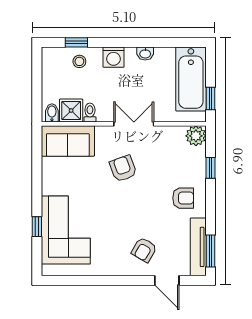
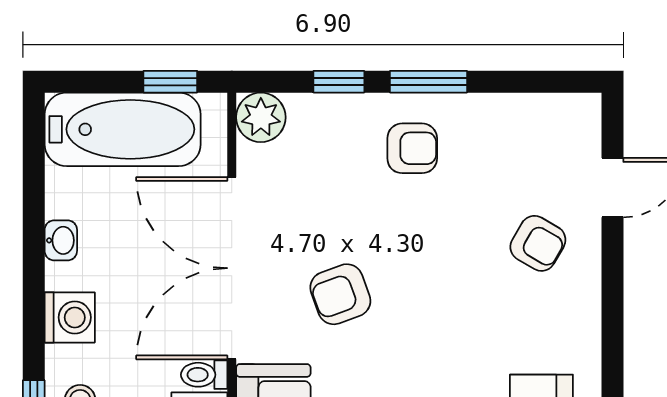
double door: (134, 124) -> (232, 268), width x1.87
armchair: (183, 198) -> (412, 148), turned 90
tv unit: (198, 247) -> (531, 112), removed
window: (210, 251) -> (429, 82), moved

